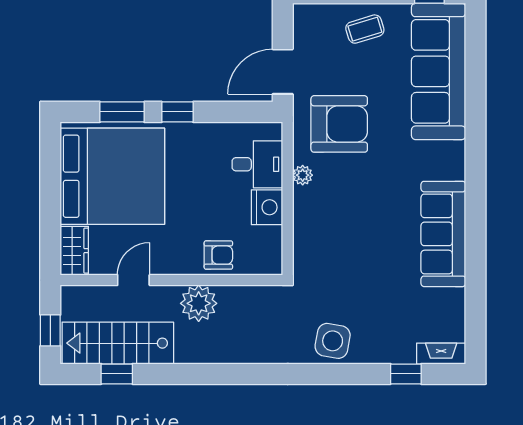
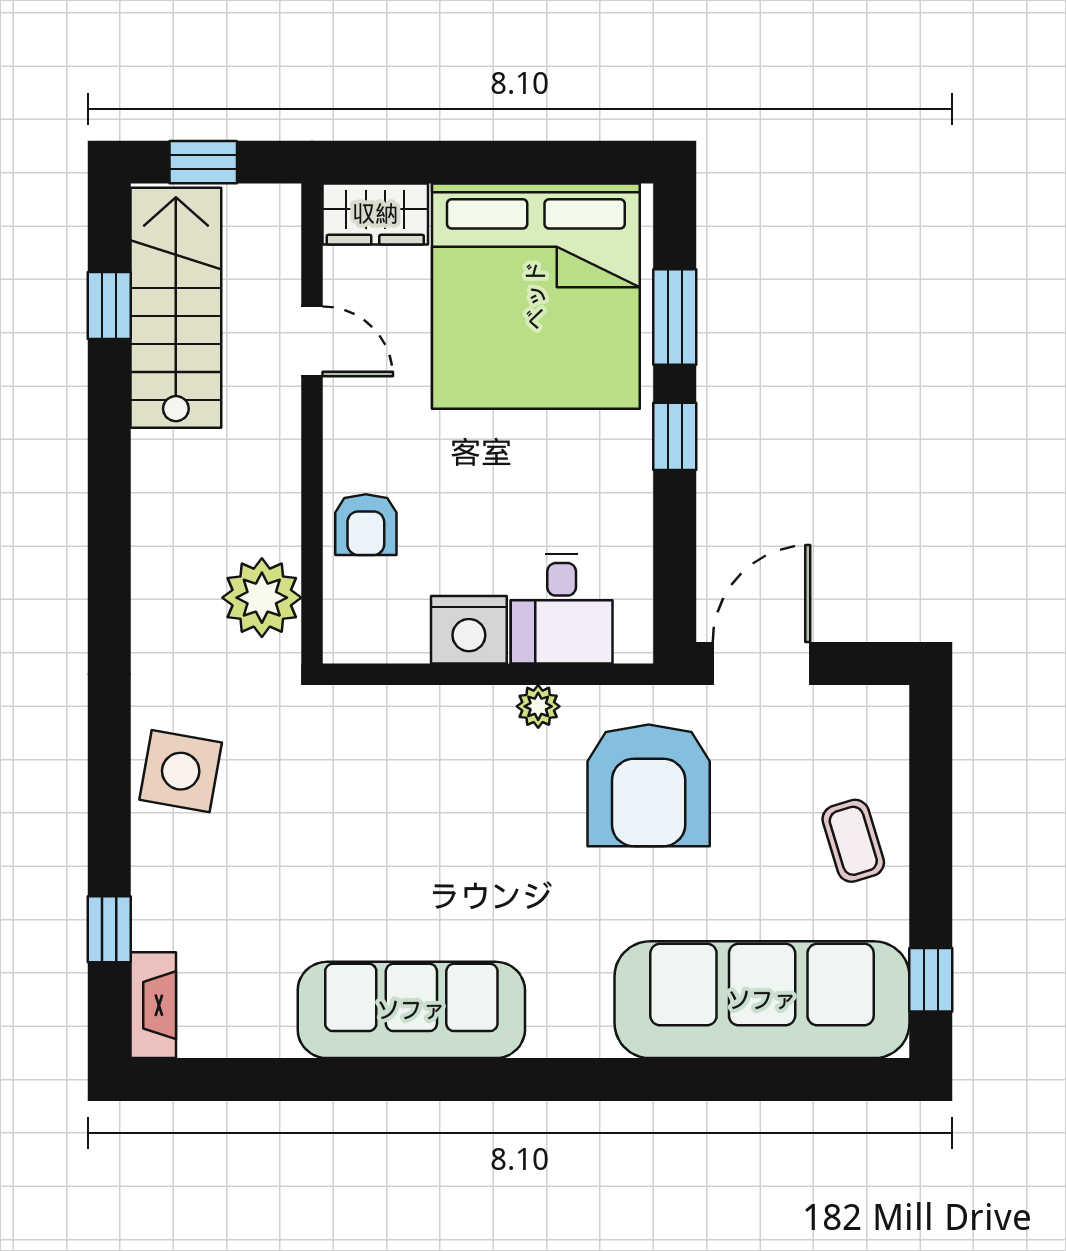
door: (283, 72) -> (761, 664), hinge flipped
plant: (199, 303) -> (262, 598), moved

